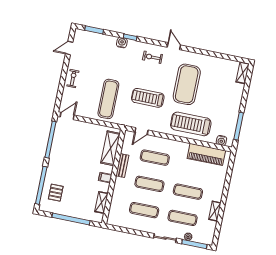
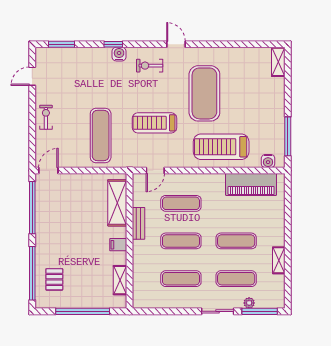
water cooler: (122, 43) -> (119, 54), moved

